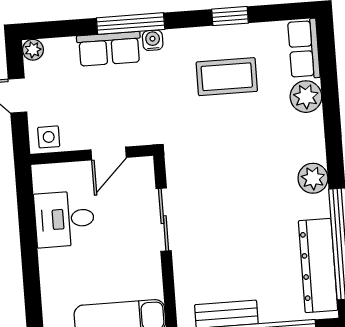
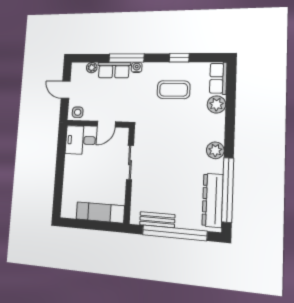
plant: (33, 50) -> (92, 68), moved
desk: (64, 219) -> (80, 140), moved

